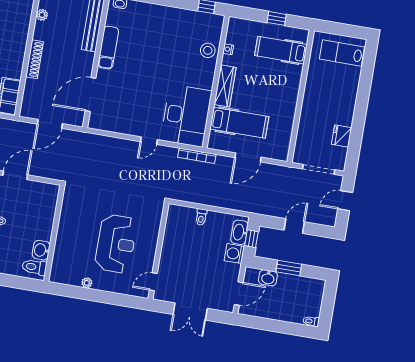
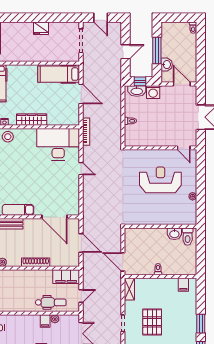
hospital bed: (239, 123) -> (59, 74), moved, turned -90
fridge: (342, 136) -> (41, 28), moved
door: (294, 226) -> (125, 52), swing flipped
window: (289, 268) -> (157, 51), width x1.44

